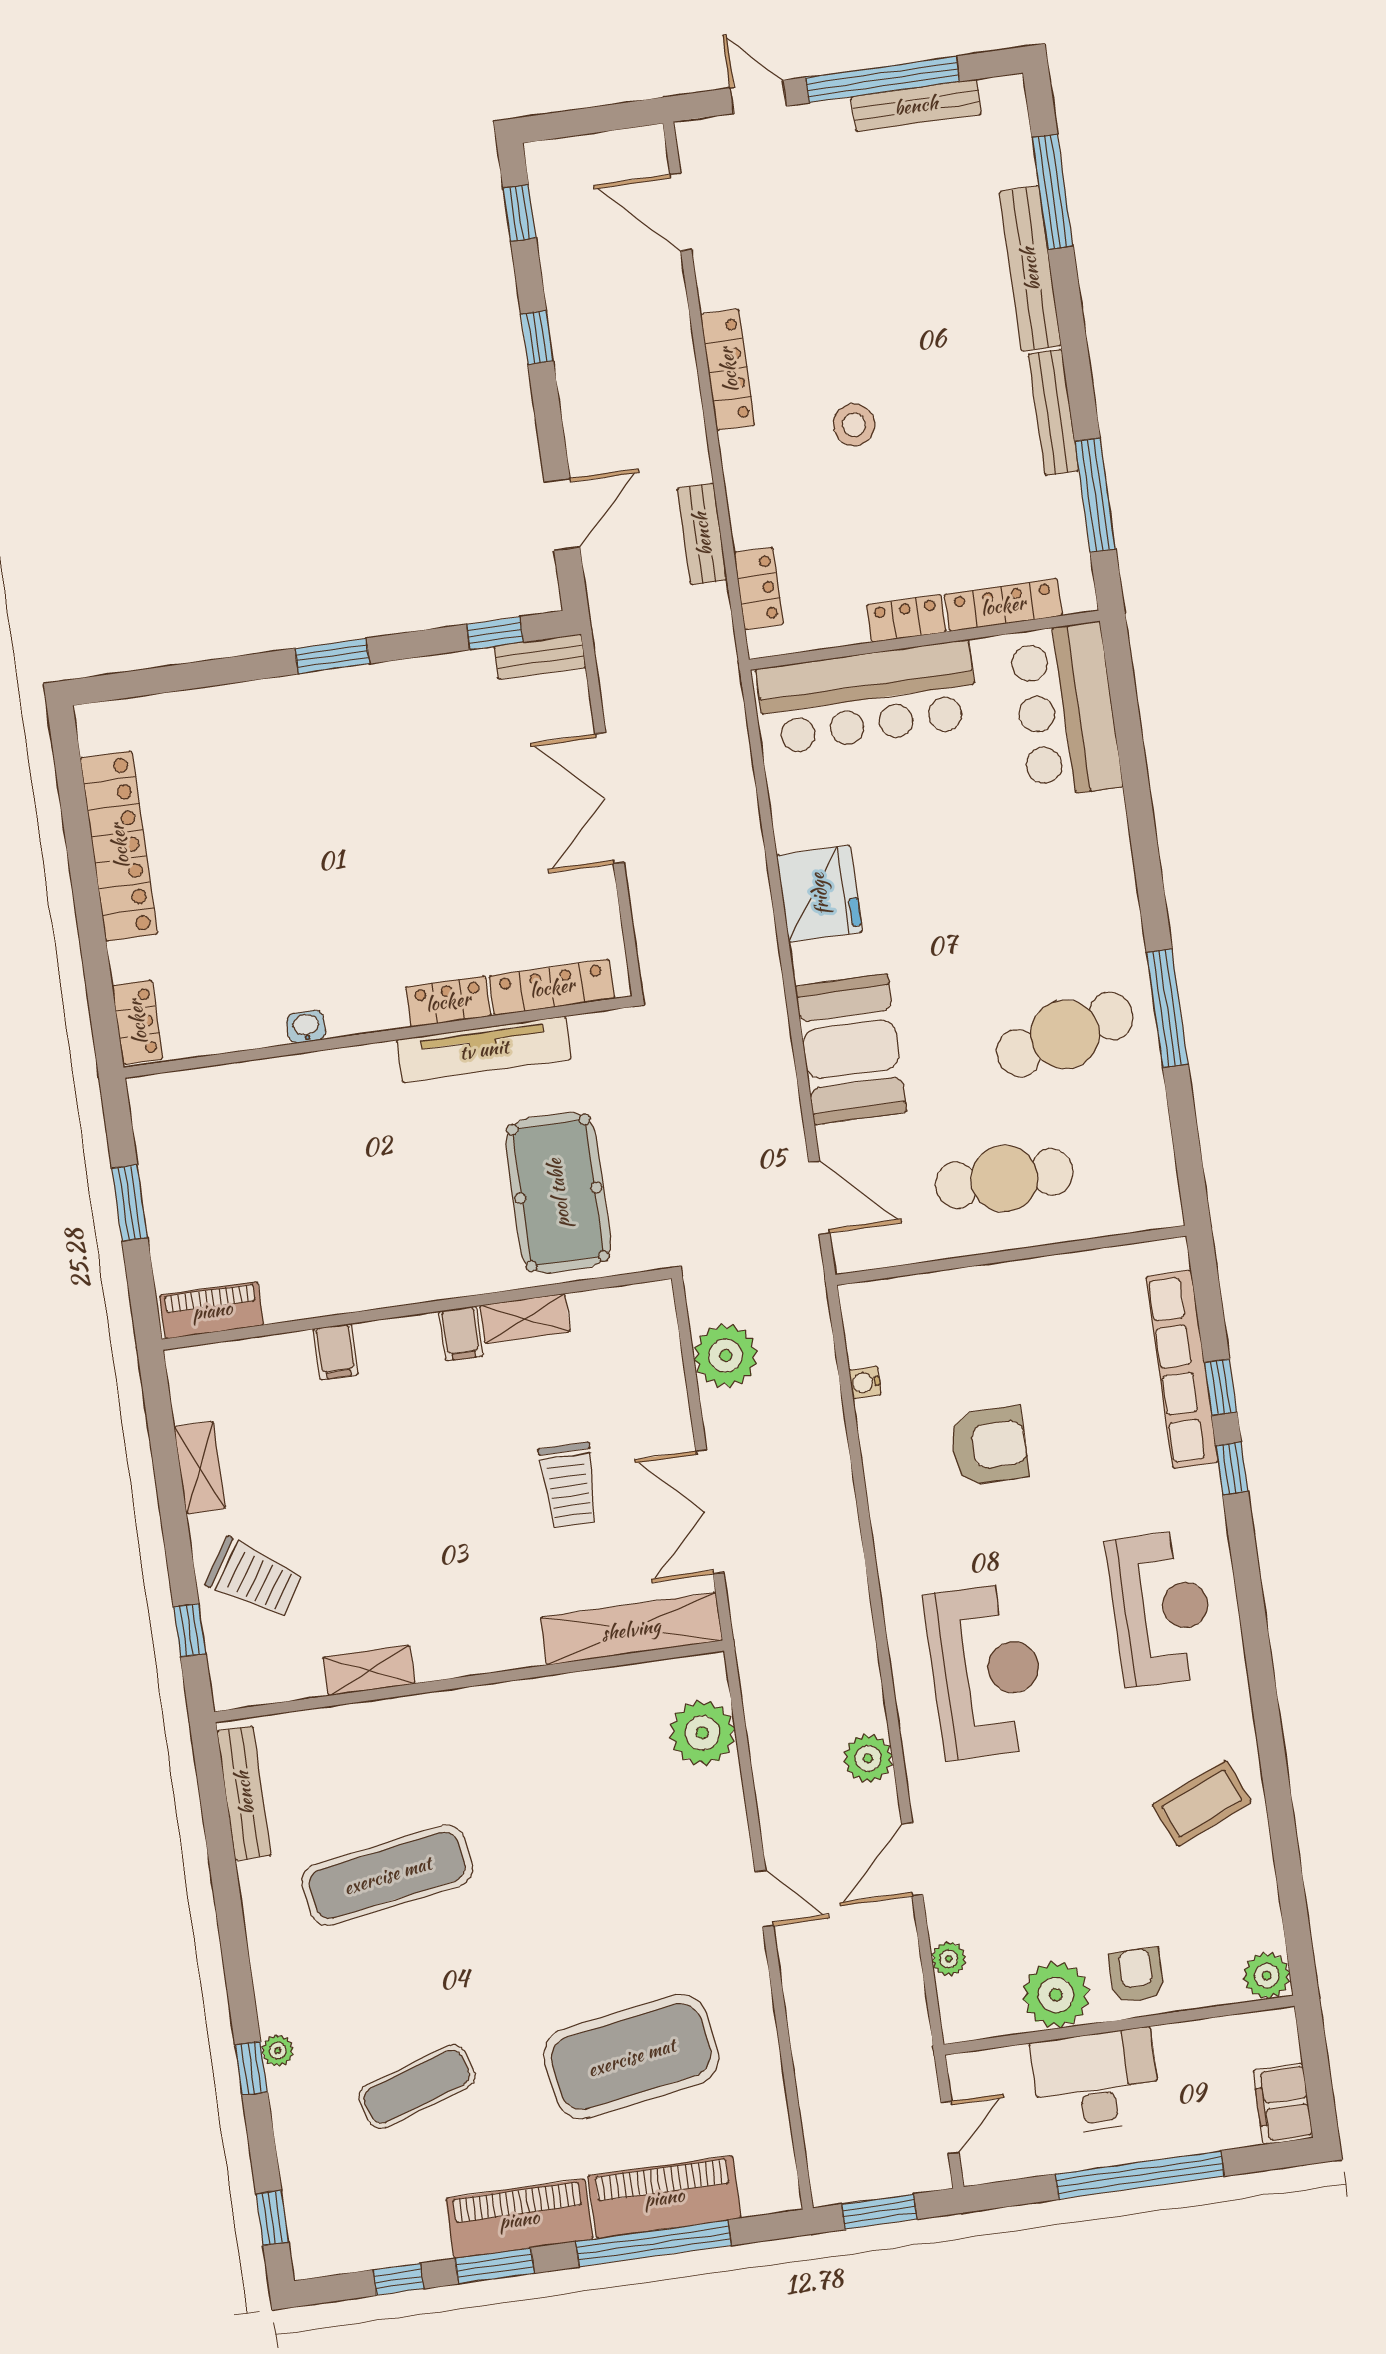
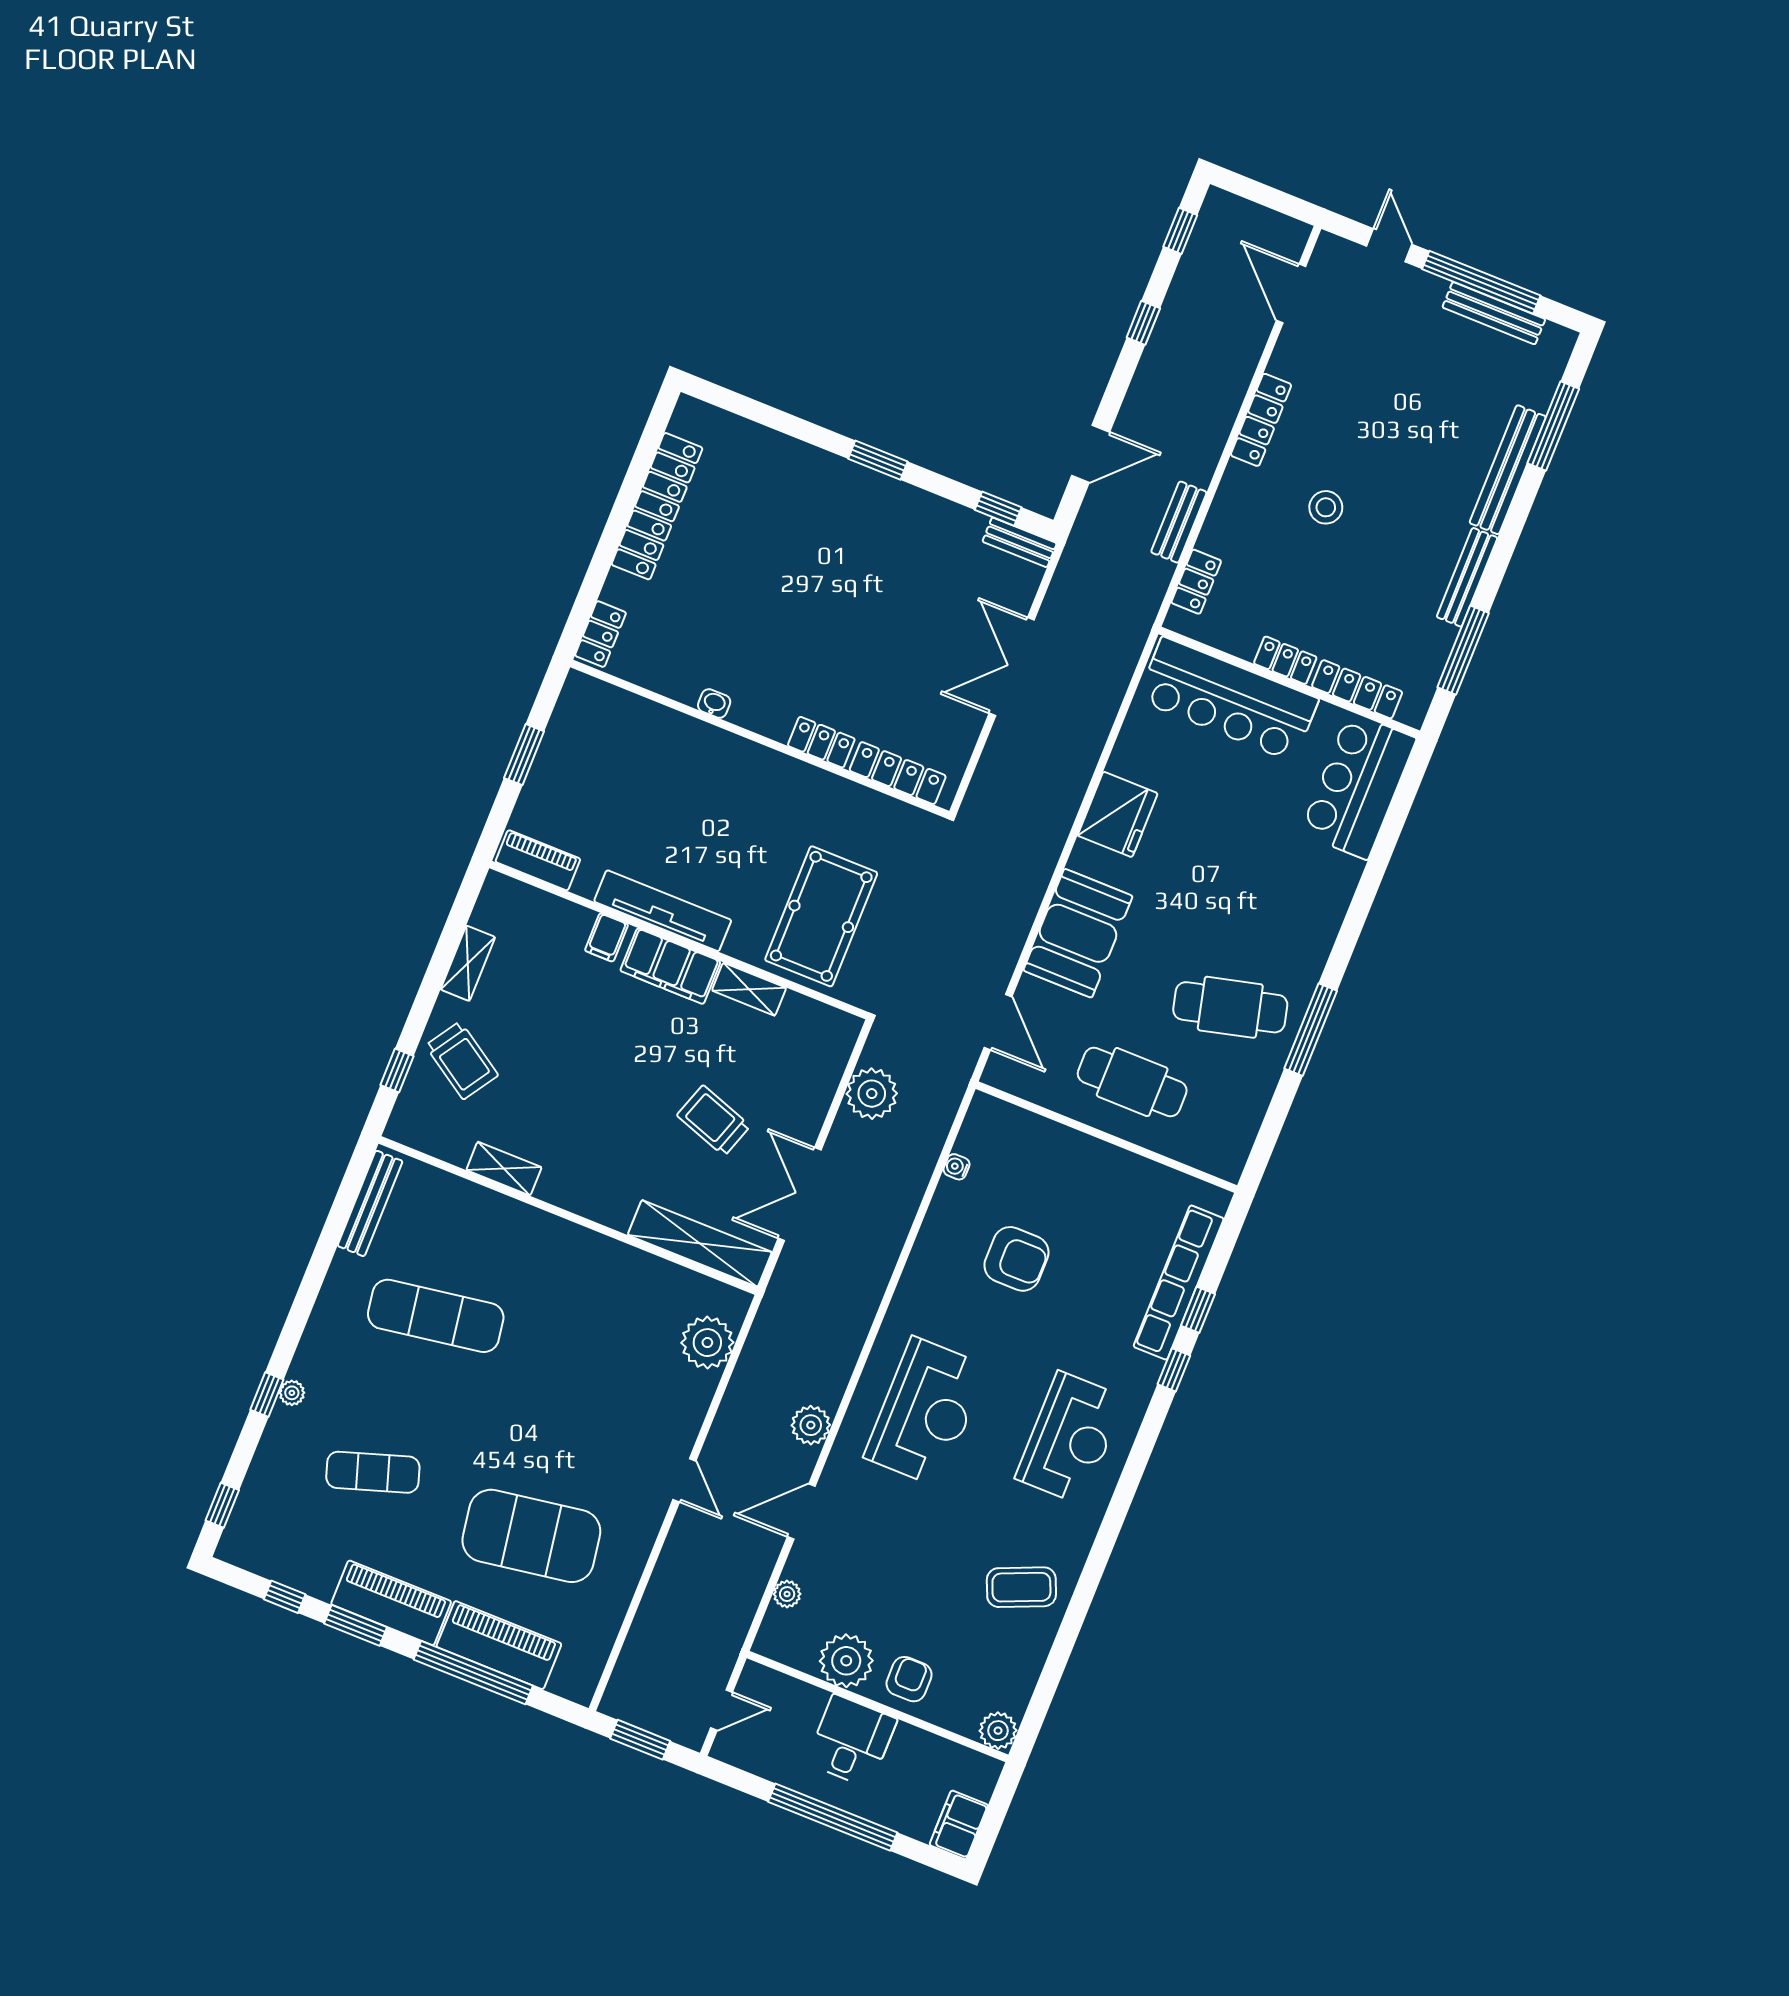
tv unit: (484, 1049) -> (663, 911), moved, turned 180
filing cabinet: (461, 1333) -> (670, 966), width x3.00, depth x1.17
trolley: (569, 1485) -> (714, 1121), turned 109
desk: (1096, 2082) -> (852, 1741), width x0.73

